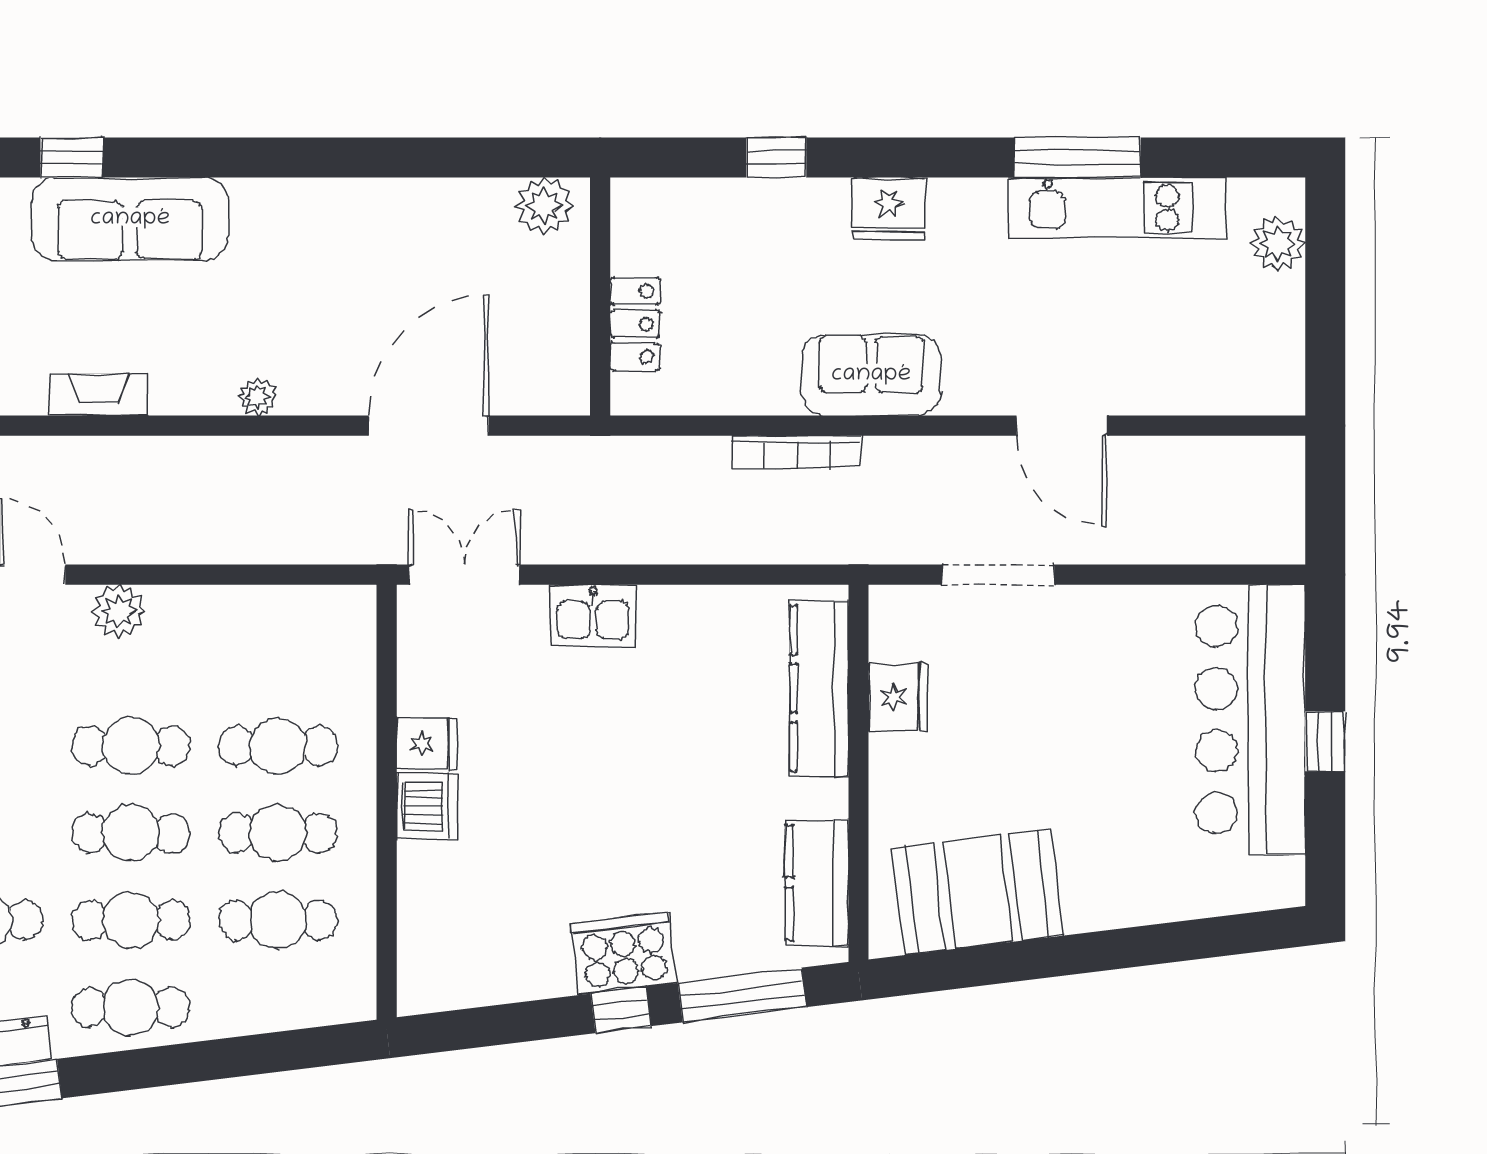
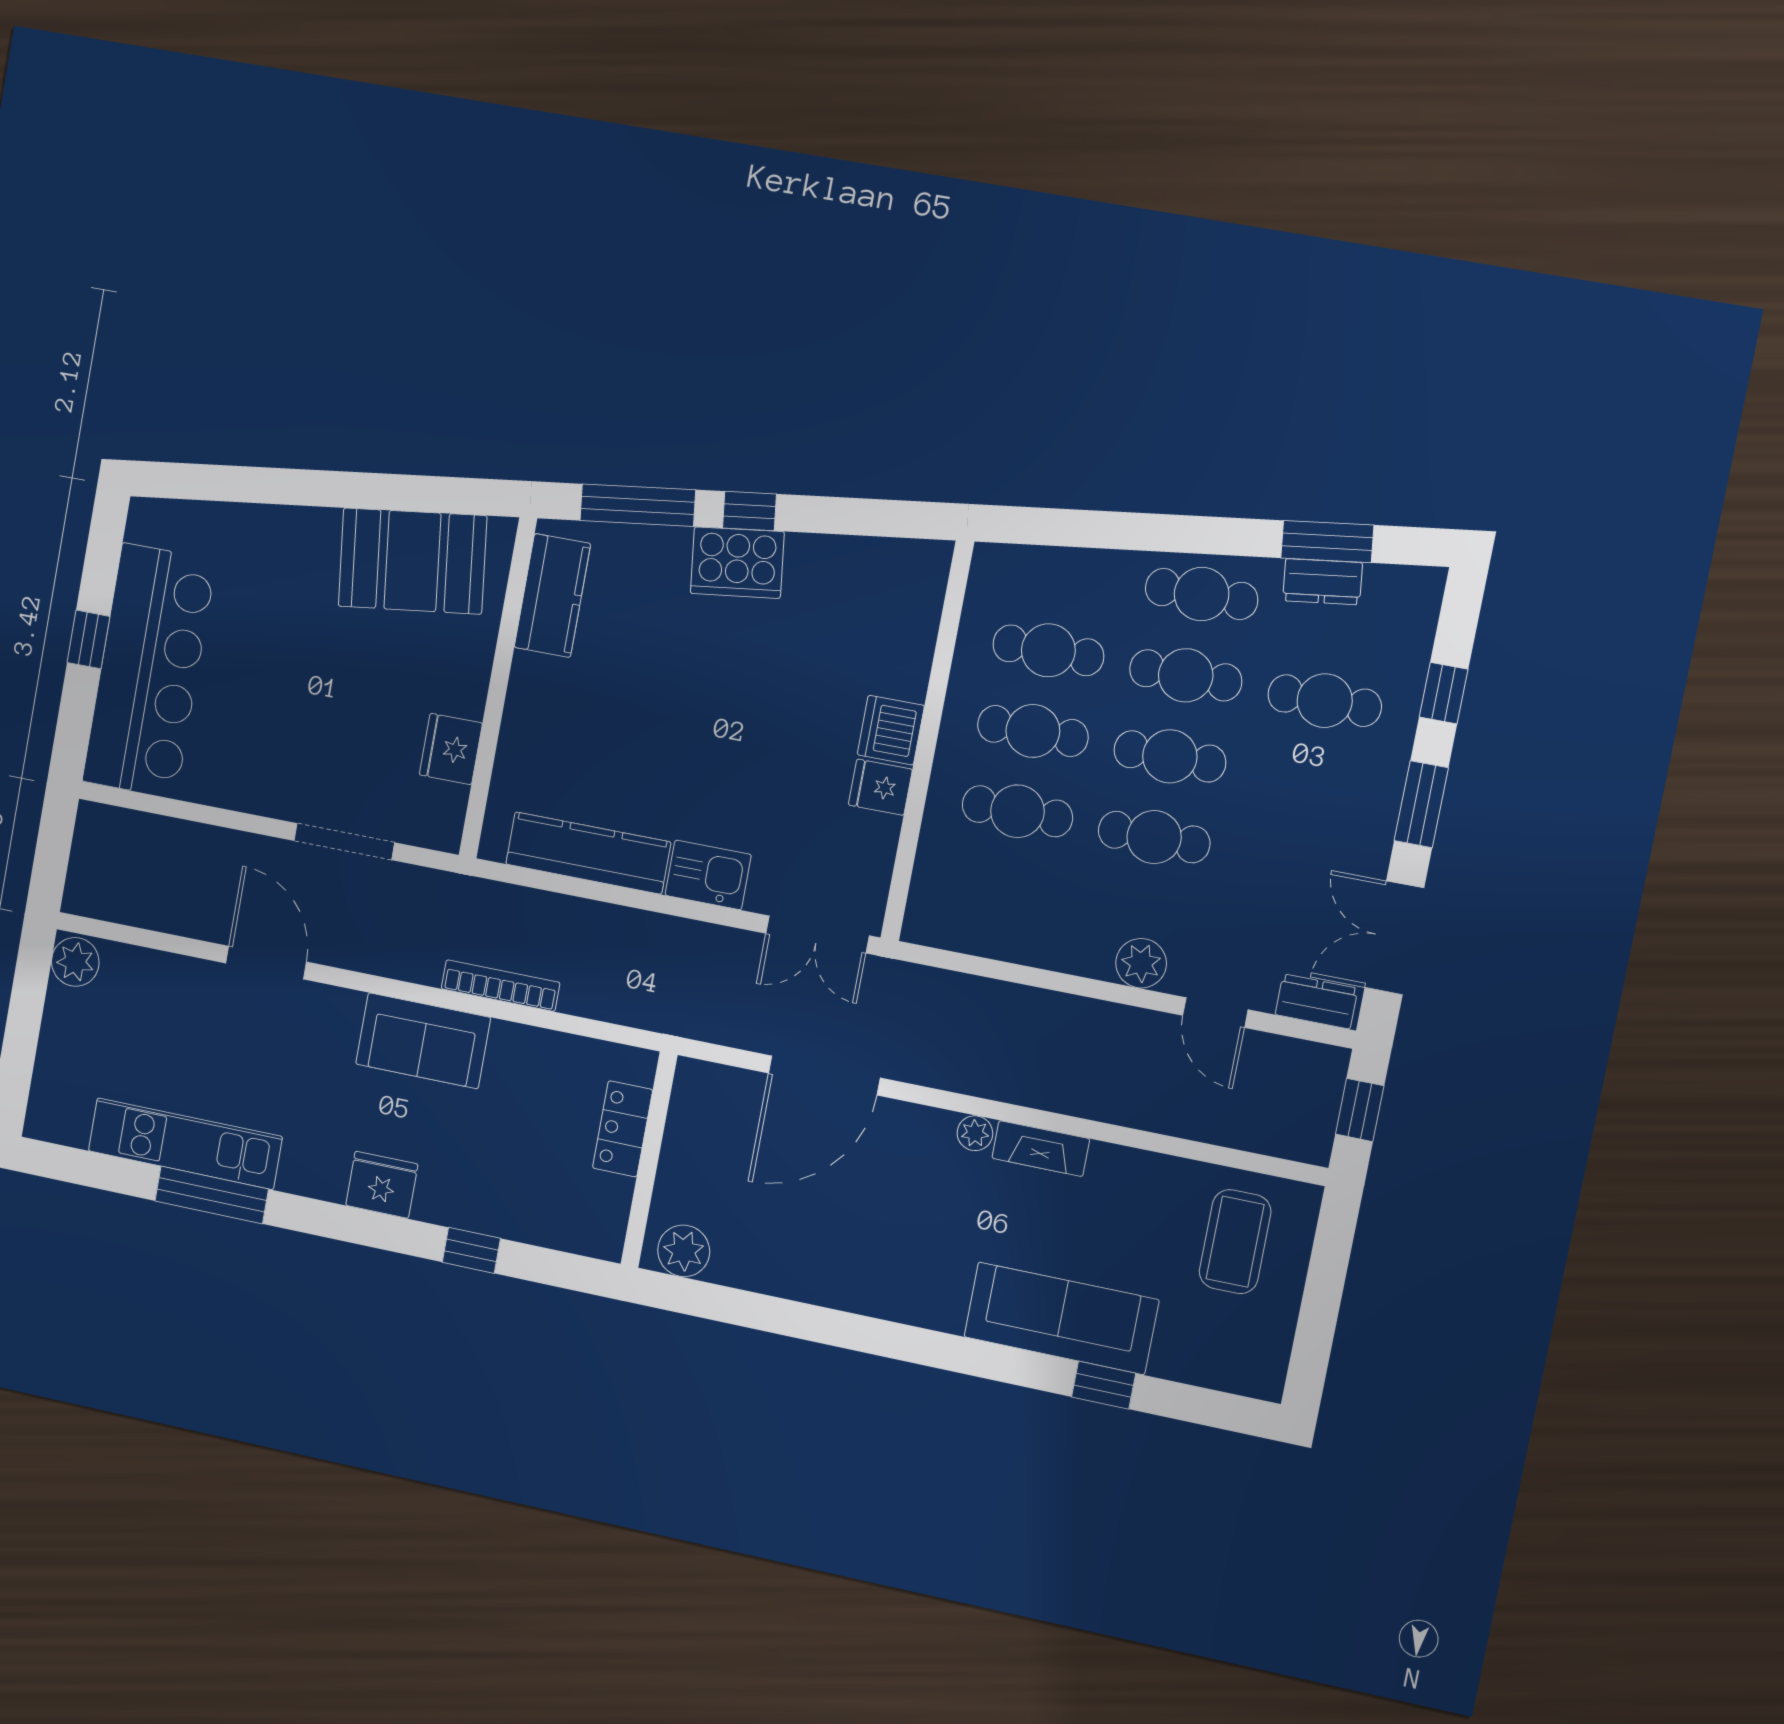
plant: (1278, 244) -> (75, 962), moved
fireplace: (98, 395) -> (1041, 1149), moved
kitchen counter: (819, 688) -> (588, 853), moved, turned -90

